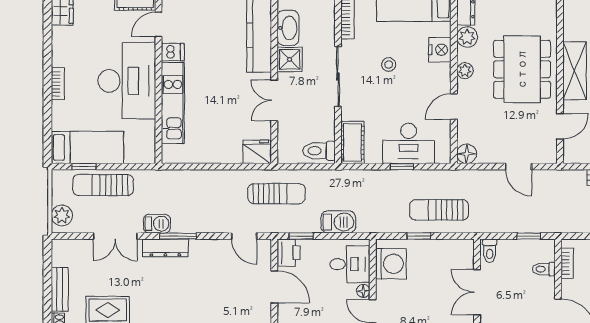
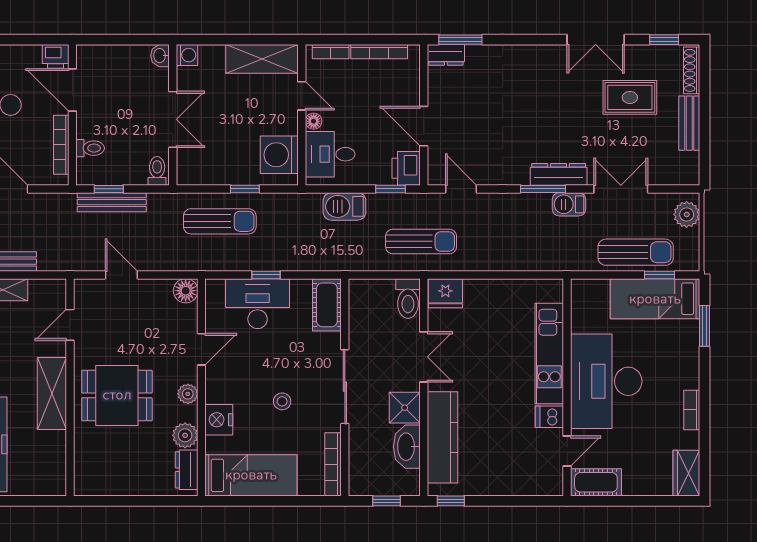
dining table: (522, 69) -> (117, 395), width x0.73
bookcase: (58, 84) -> (692, 410), moved
window: (47, 125) -> (705, 326), added
toilet: (319, 151) -> (408, 299), moved, turned 90
sun lounger: (276, 194) -> (421, 241), turned 180
bench: (526, 225) -> (112, 202), added
bookcase: (567, 263) -> (61, 145), width x1.56

